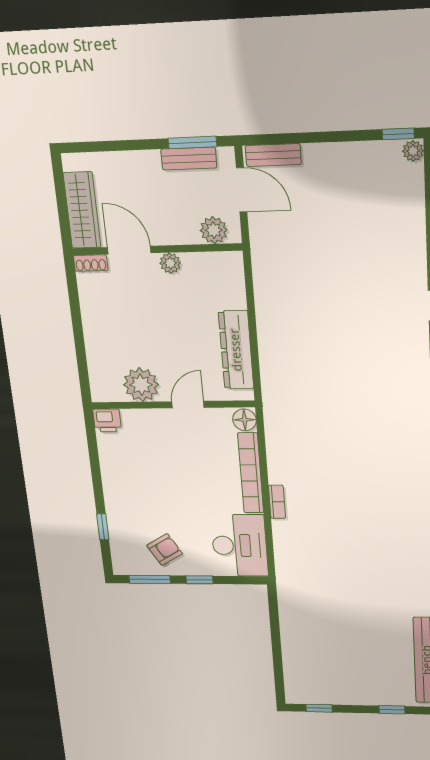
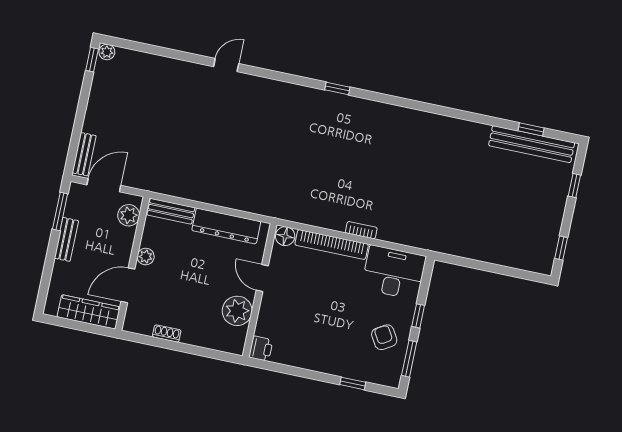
bench: (189, 159) -> (66, 239), moved
shoe rack: (91, 263) -> (167, 334), moved, turned -90
bench: (234, 280) -> (171, 211), added

